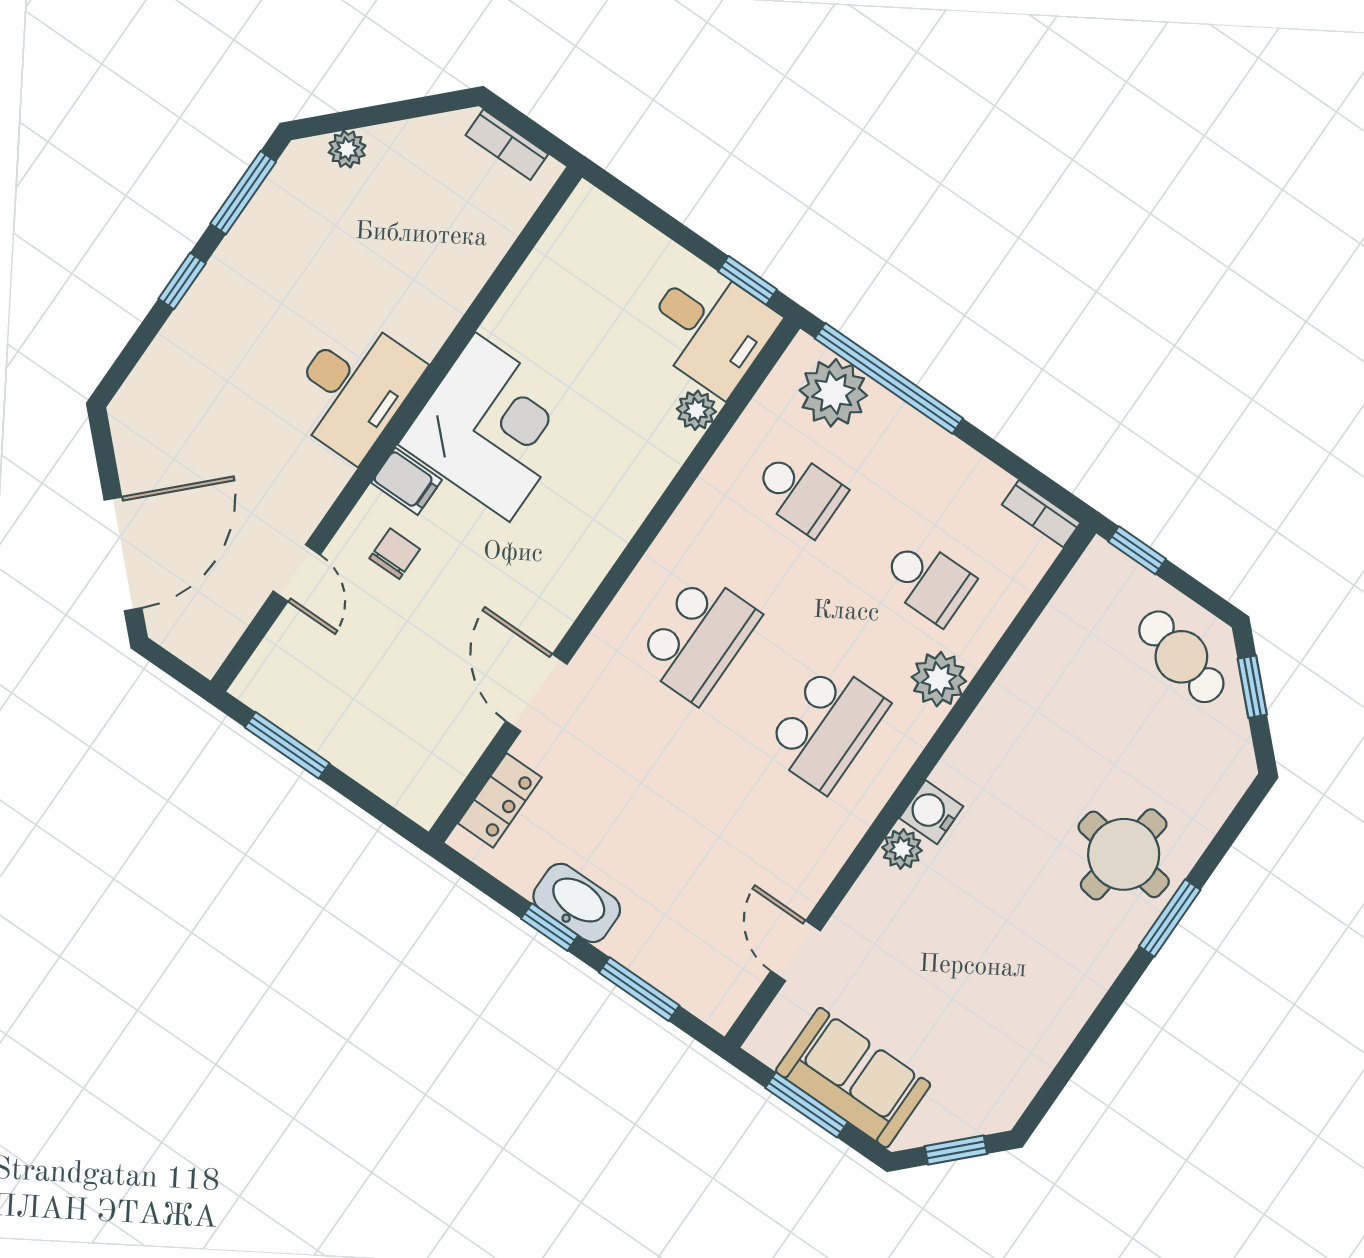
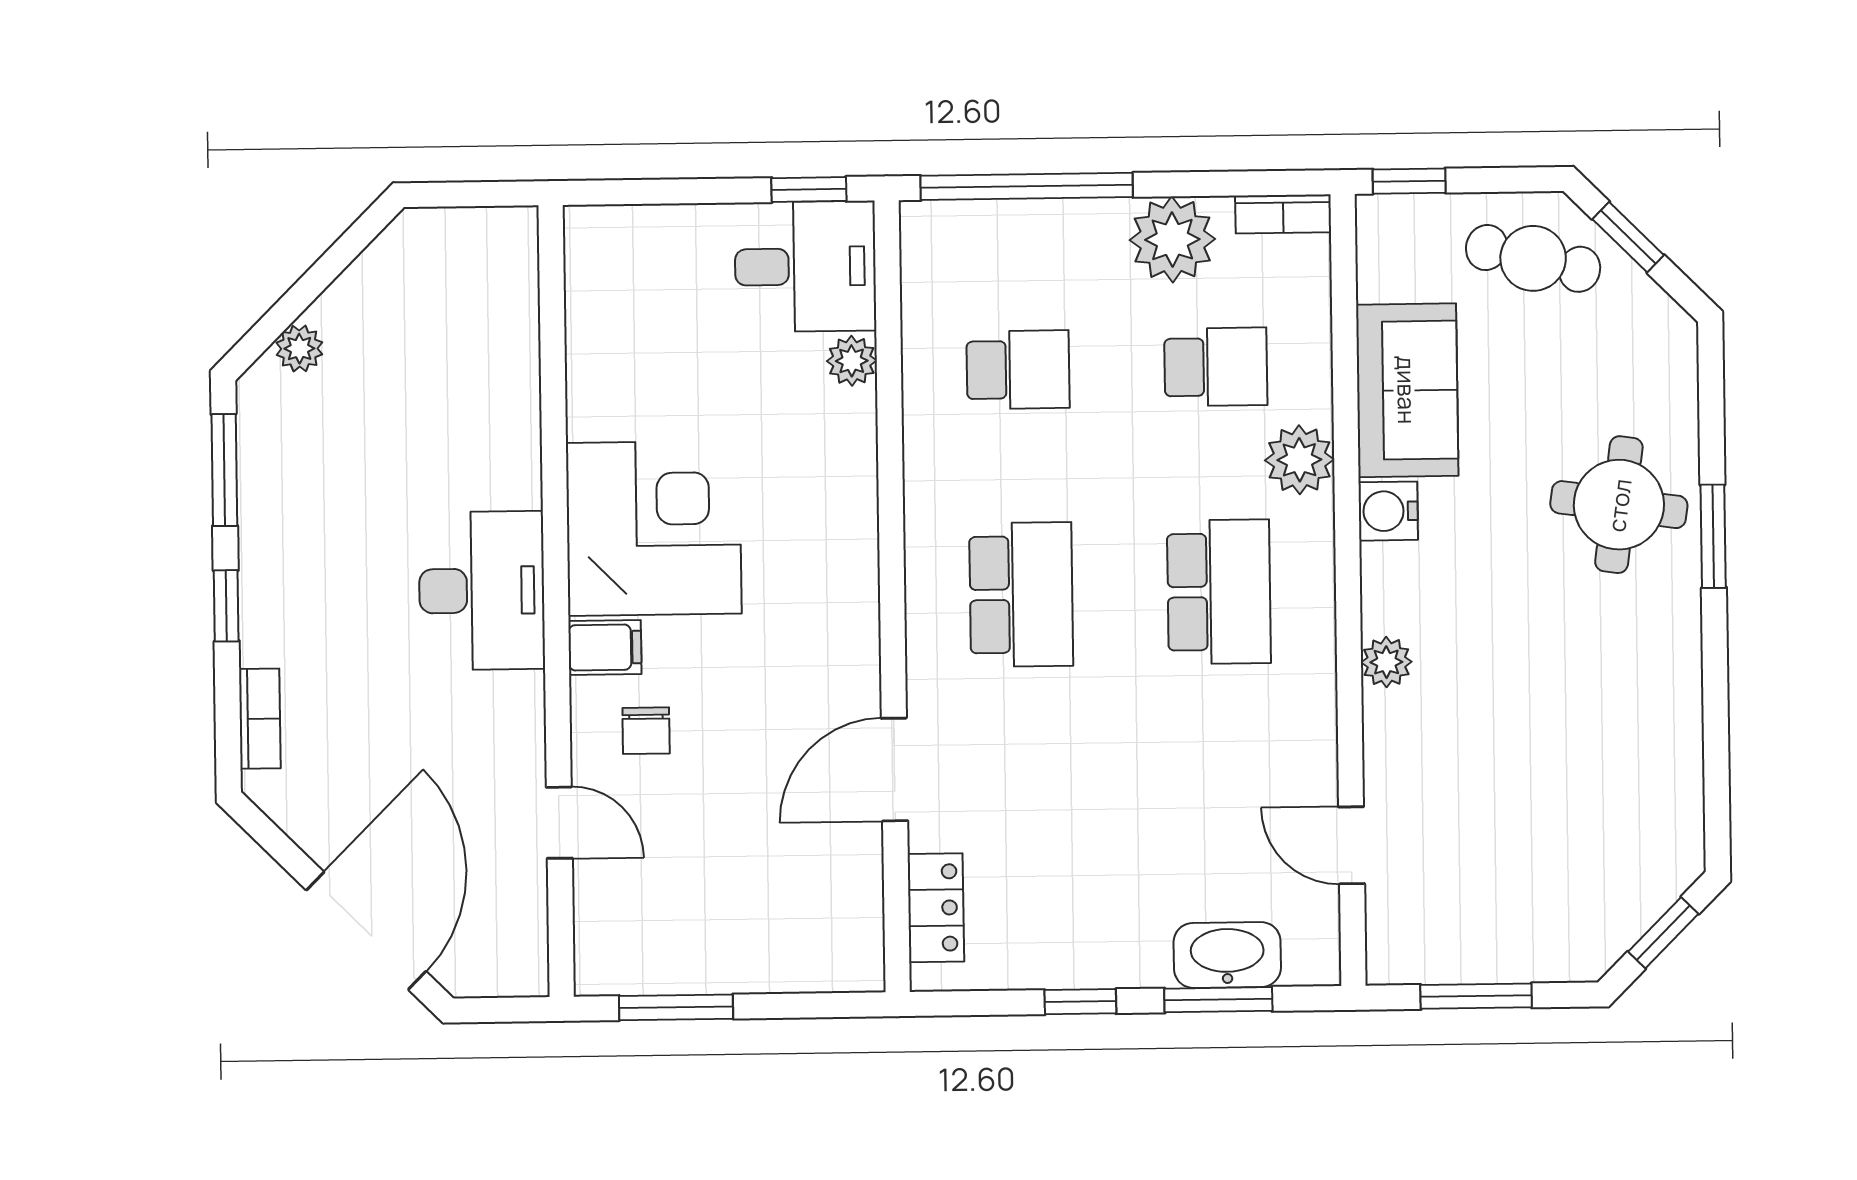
bookcase: (507, 145) -> (260, 719), moved, turned -90
plant: (833, 393) -> (1172, 239), moved
chair: (395, 554) -> (646, 731), turned 180
door: (537, 693) -> (895, 770), hinge flipped
water cooler: (931, 812) -> (1388, 511), moved
washbasin: (577, 903) -> (1227, 955), moved
sofa: (853, 1078) -> (1407, 390), moved, turned 90

